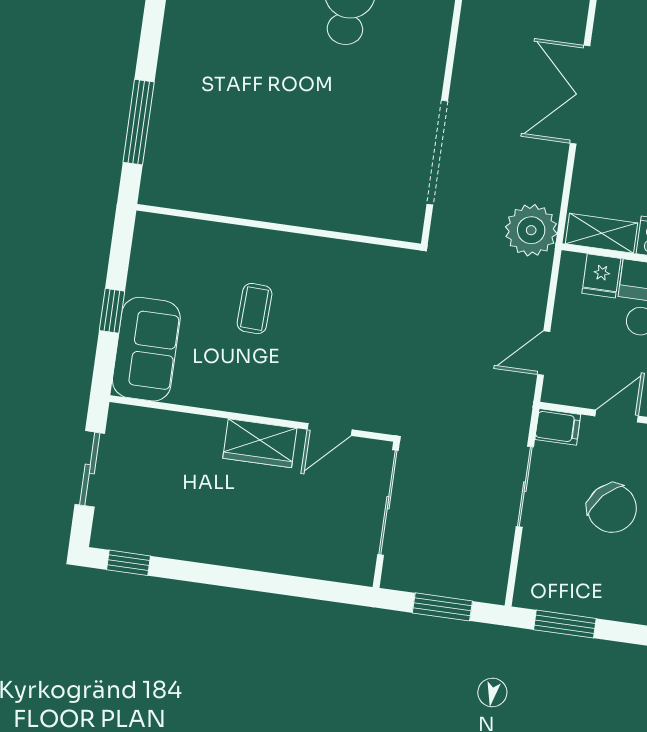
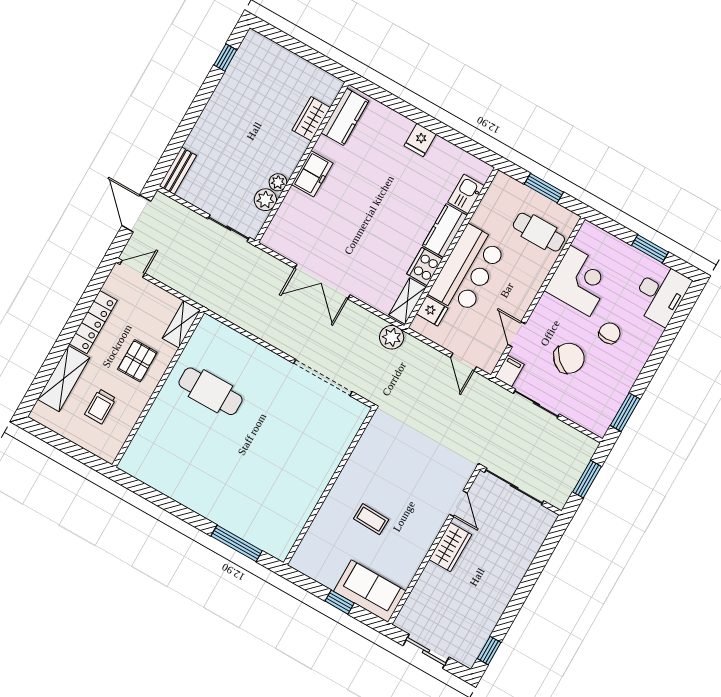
plant: (531, 230) -> (392, 337), width x0.73, depth x0.73

